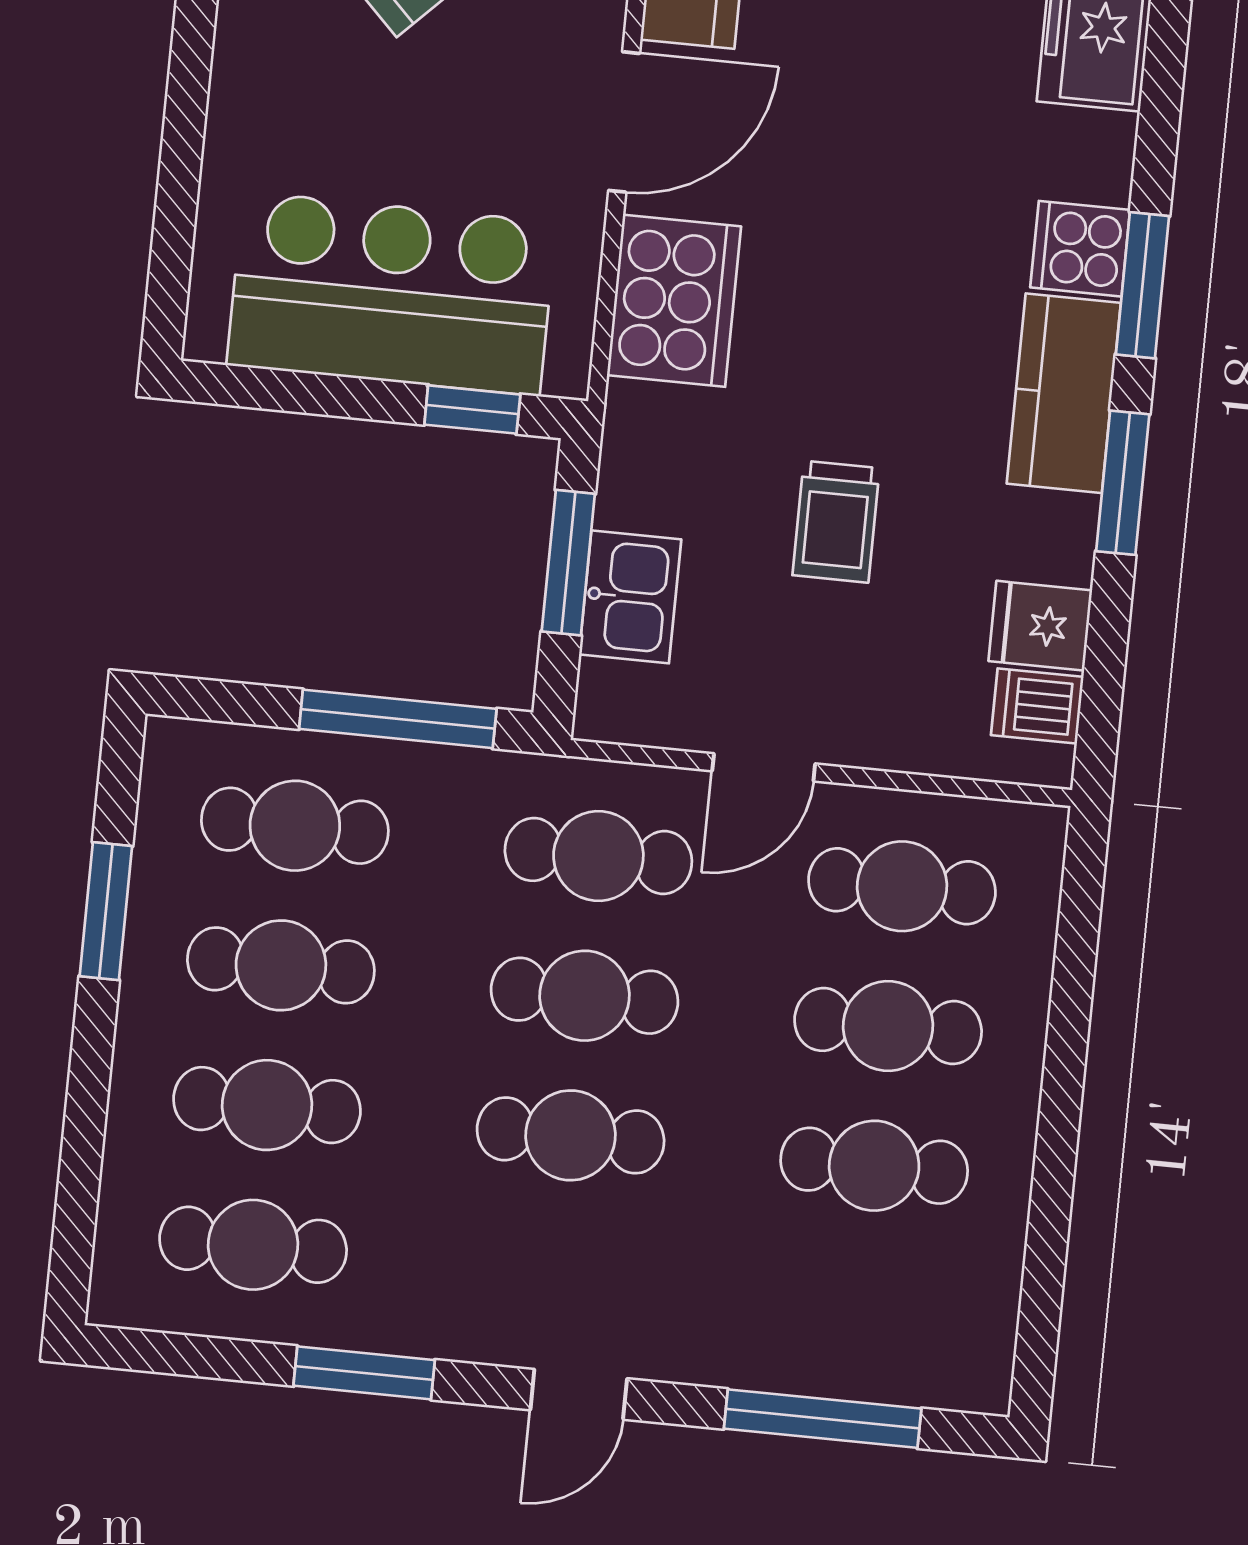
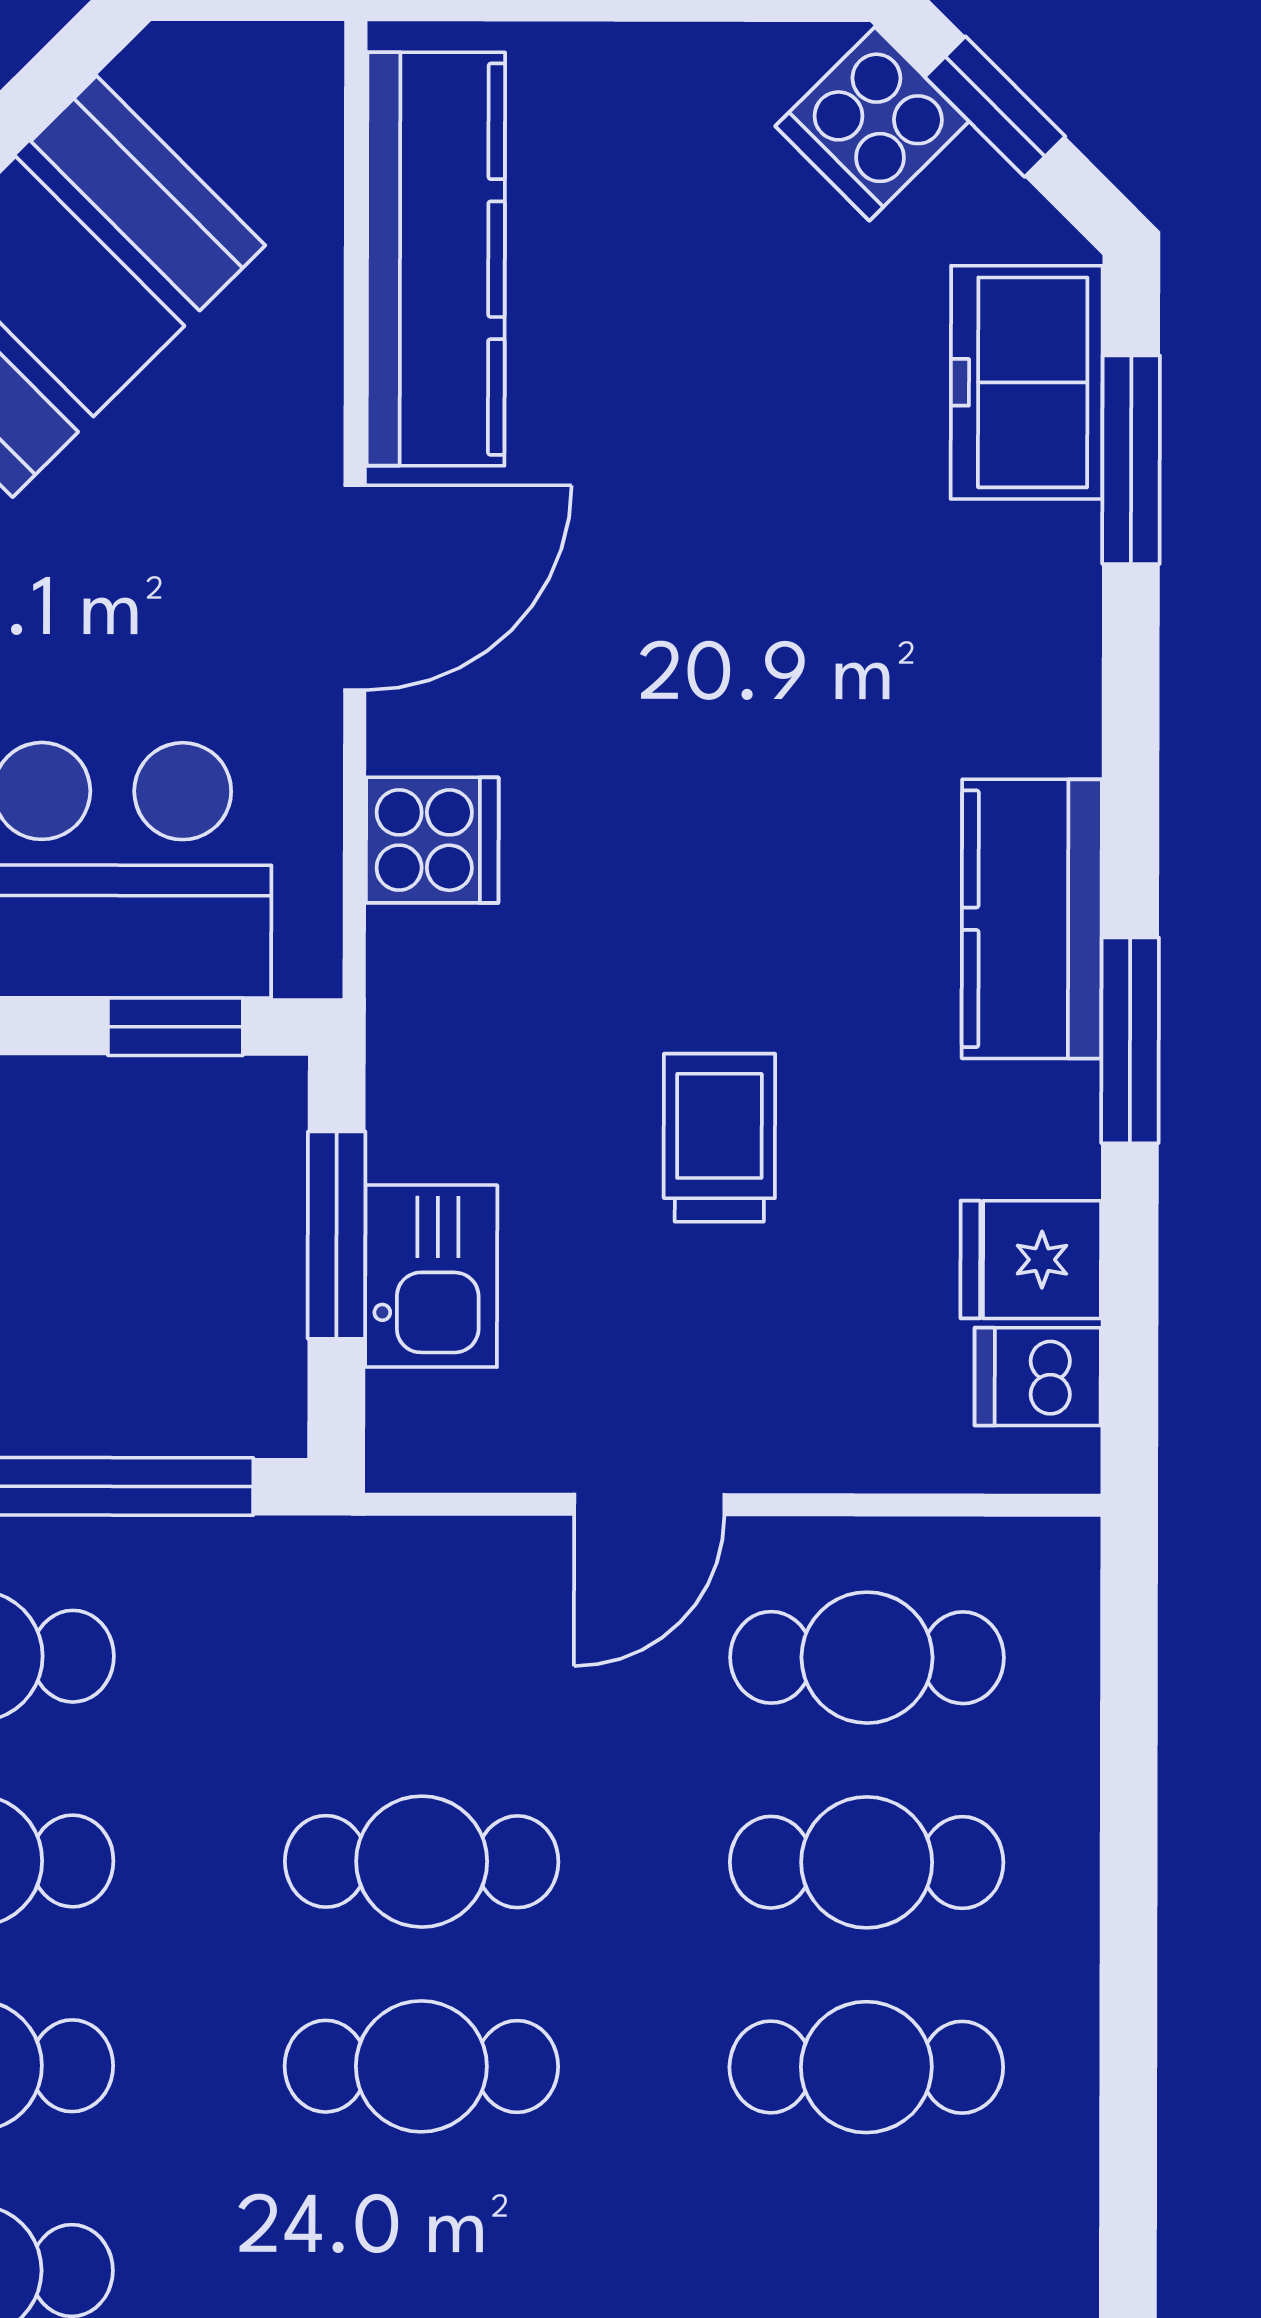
cooker: (1080, 249) -> (1035, 707), removed
window: (1142, 285) -> (1131, 460), moved
cooker: (674, 301) -> (432, 840), width x0.53, depth x0.76
trolley: (836, 522) -> (719, 1138), turned 180
cafe table: (598, 856) -> (422, 1657), removed

